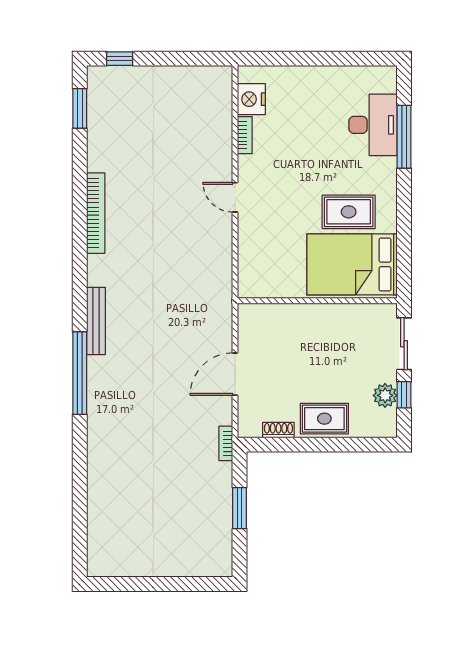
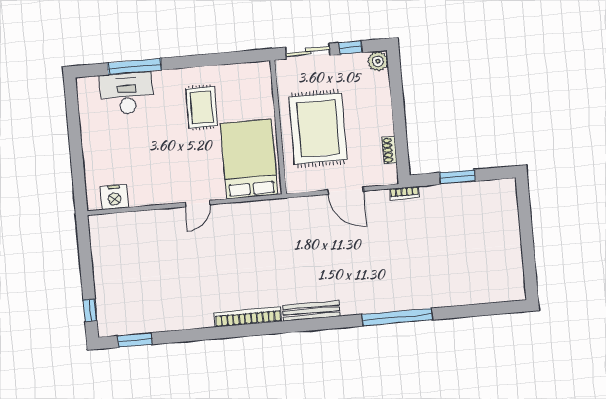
bookcase: (245, 135) -> (145, 200), removed
bookcase: (96, 213) -> (248, 317), moved
bed: (352, 264) -> (249, 159), moved, turned 180
window: (80, 373) -> (397, 317), moved
plant: (385, 395) -> (378, 61), moved
rug: (324, 419) -> (318, 129), moved, width x1.86, depth x2.06

